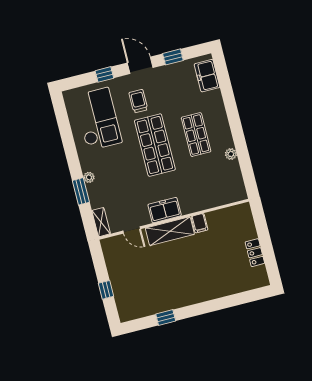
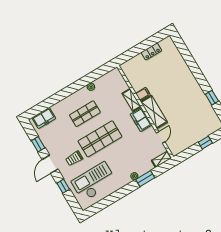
shelving: (196, 205) -> (131, 100), added

